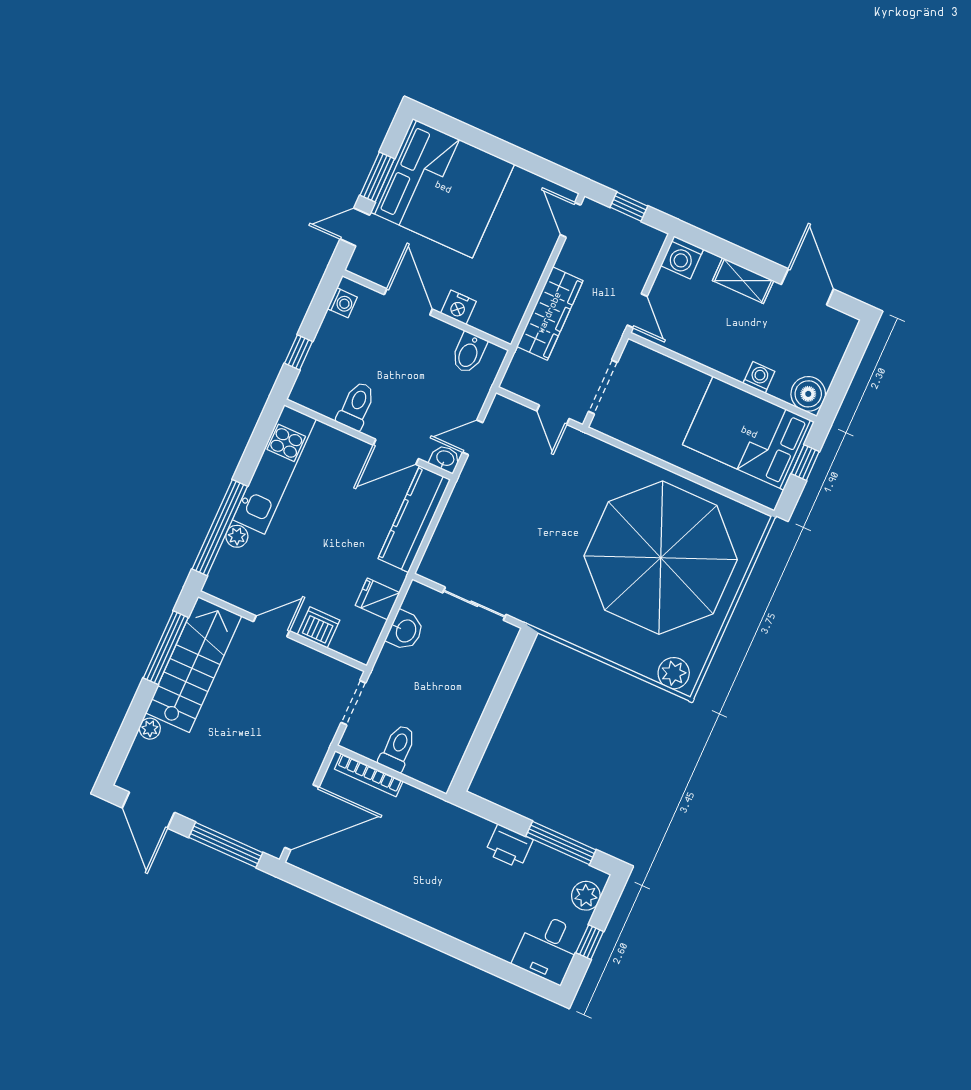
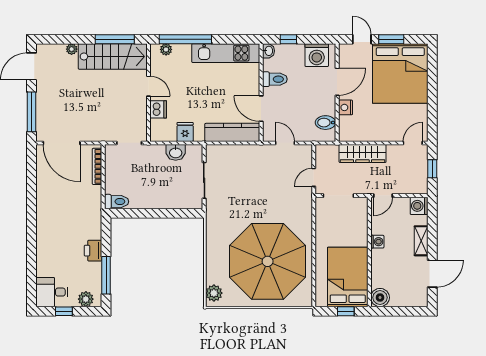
washing machine: (342, 303) -> (317, 55), width x1.89, depth x1.89
washing machine: (759, 377) -> (377, 242), moved
washbasin: (445, 459) -> (268, 51), moved
plant: (237, 536) -> (166, 49), moved
toilet: (398, 748) -> (117, 202), moved

